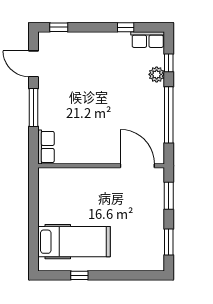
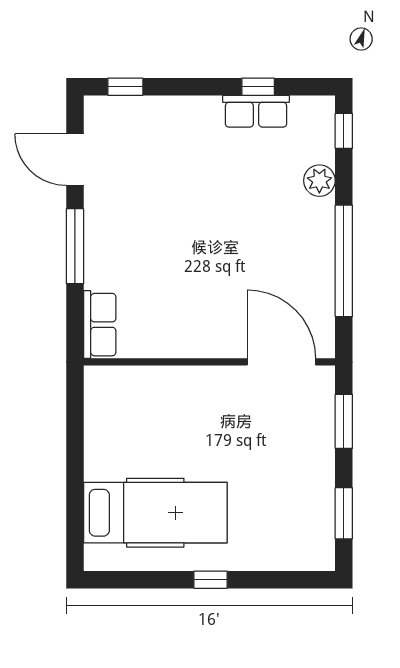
row of seats: (148, 40) -> (256, 111), moved
window: (169, 63) -> (344, 131), moved
window: (79, 275) -> (211, 580), moved

